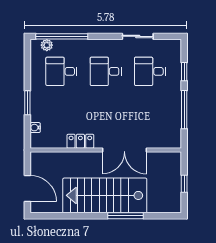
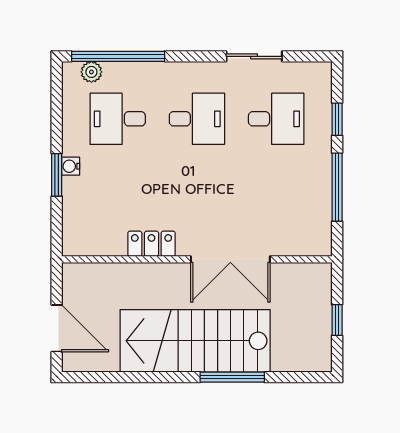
desk: (106, 71) -> (197, 119), turned 180
desk: (150, 71) -> (276, 119), turned 180
water cooler: (35, 128) -> (71, 166), moved

